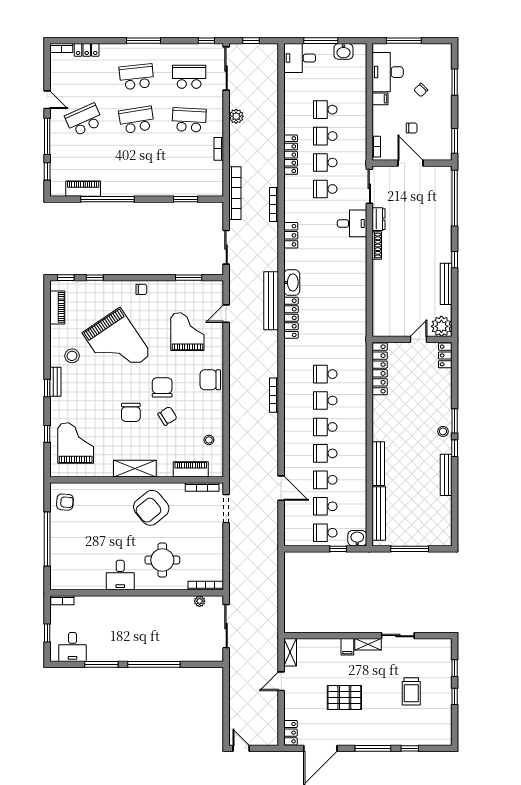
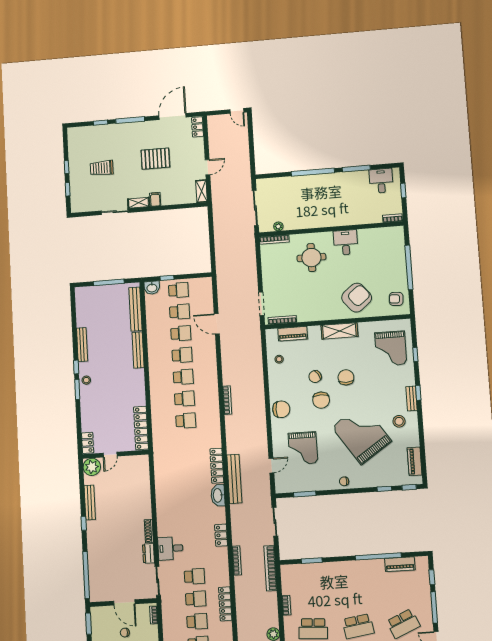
armchair: (151, 508) -> (357, 298), moved
trolley: (411, 691) -> (102, 168), turned -90

